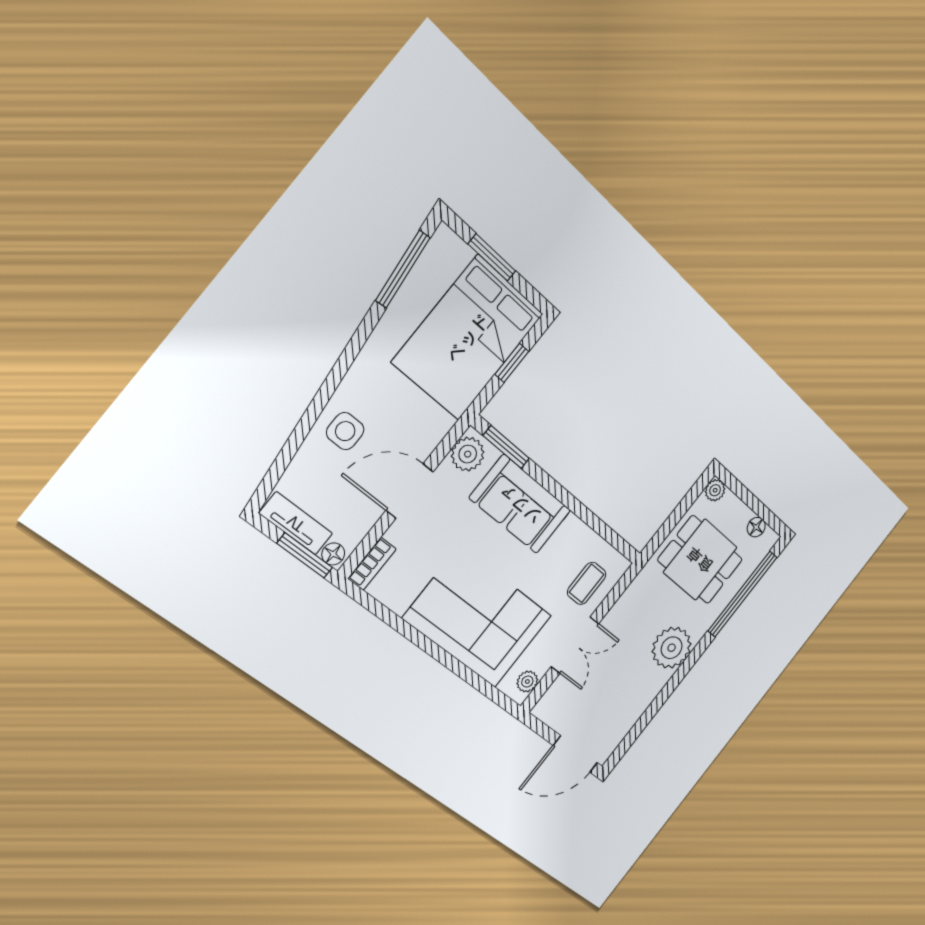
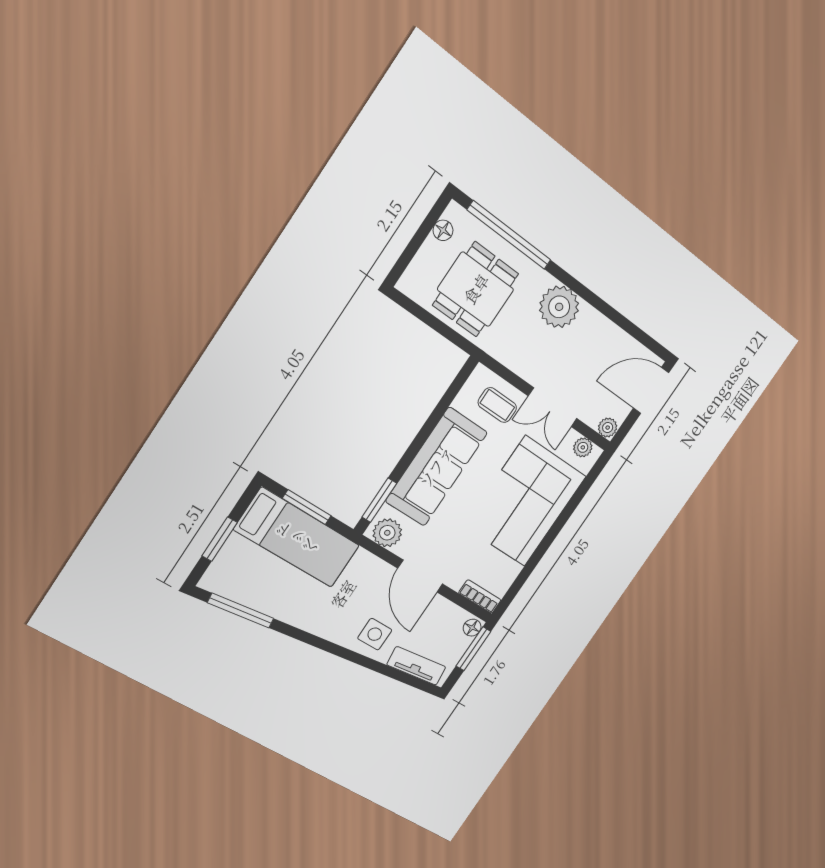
bed: (468, 338) -> (297, 538), width x0.67
window: (512, 363) -> (307, 507), width x1.50
plant: (715, 490) -> (608, 428), moved
sofa: (520, 504) -> (436, 467), width x1.36
tv unit: (296, 523) -> (416, 666), moved, turned 83
double door: (575, 645) -> (553, 407), swing flipped
door: (575, 754) -> (651, 390), swing flipped

